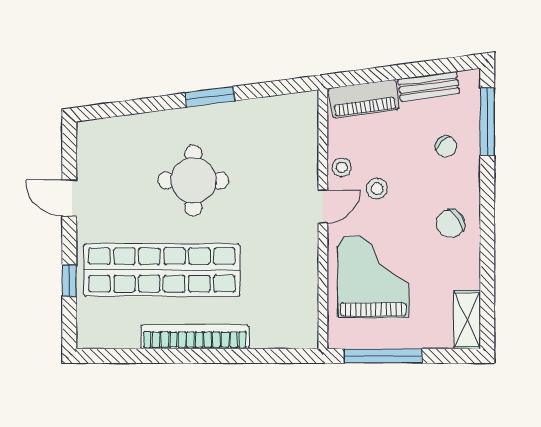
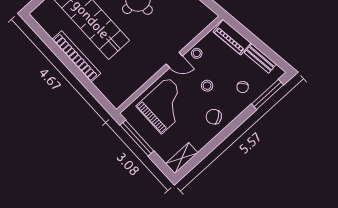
stool: (377, 189) -> (207, 86), moved

